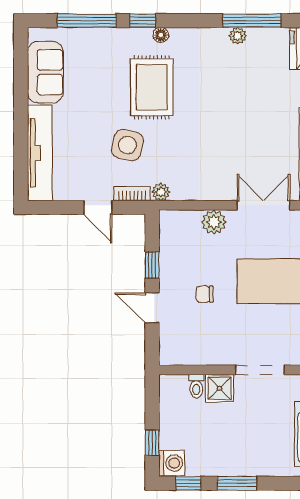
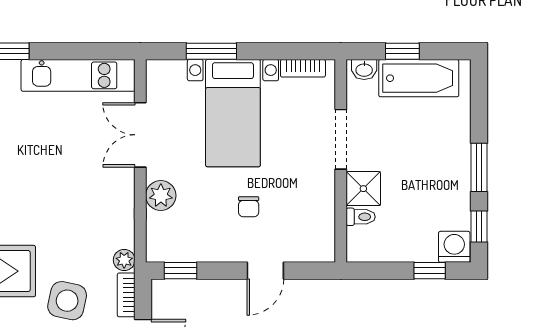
window: (152, 265) -> (181, 271), moved

